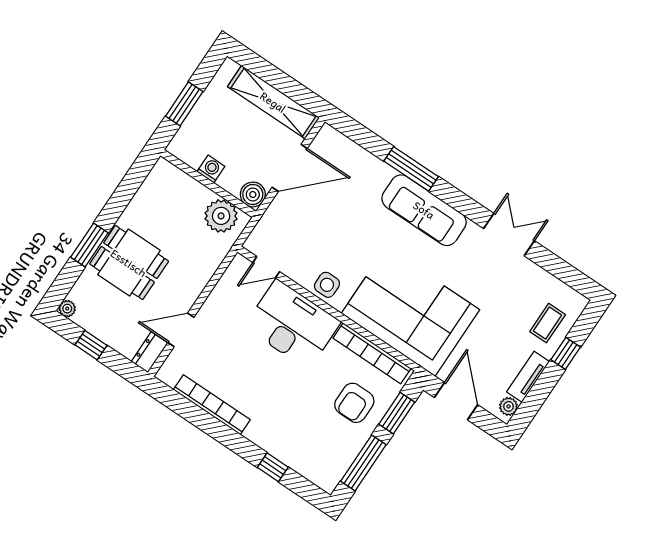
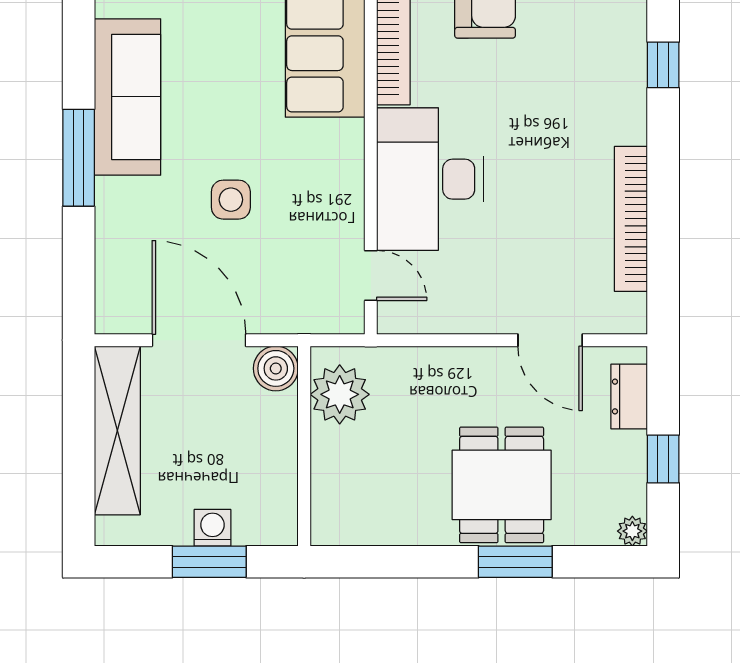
washing machine: (211, 169) -> (212, 528), moved, turned 90
side table: (327, 285) -> (231, 200), moved
dresser: (150, 352) -> (629, 396), moved, turned 90

